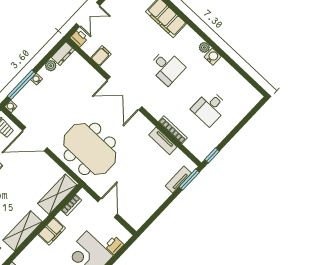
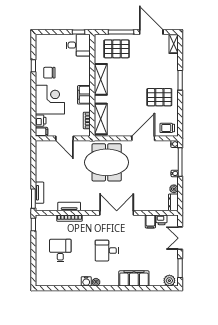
printer: (79, 38) -> (162, 220), moved
filing cabinet: (123, 234) -> (41, 132), added

